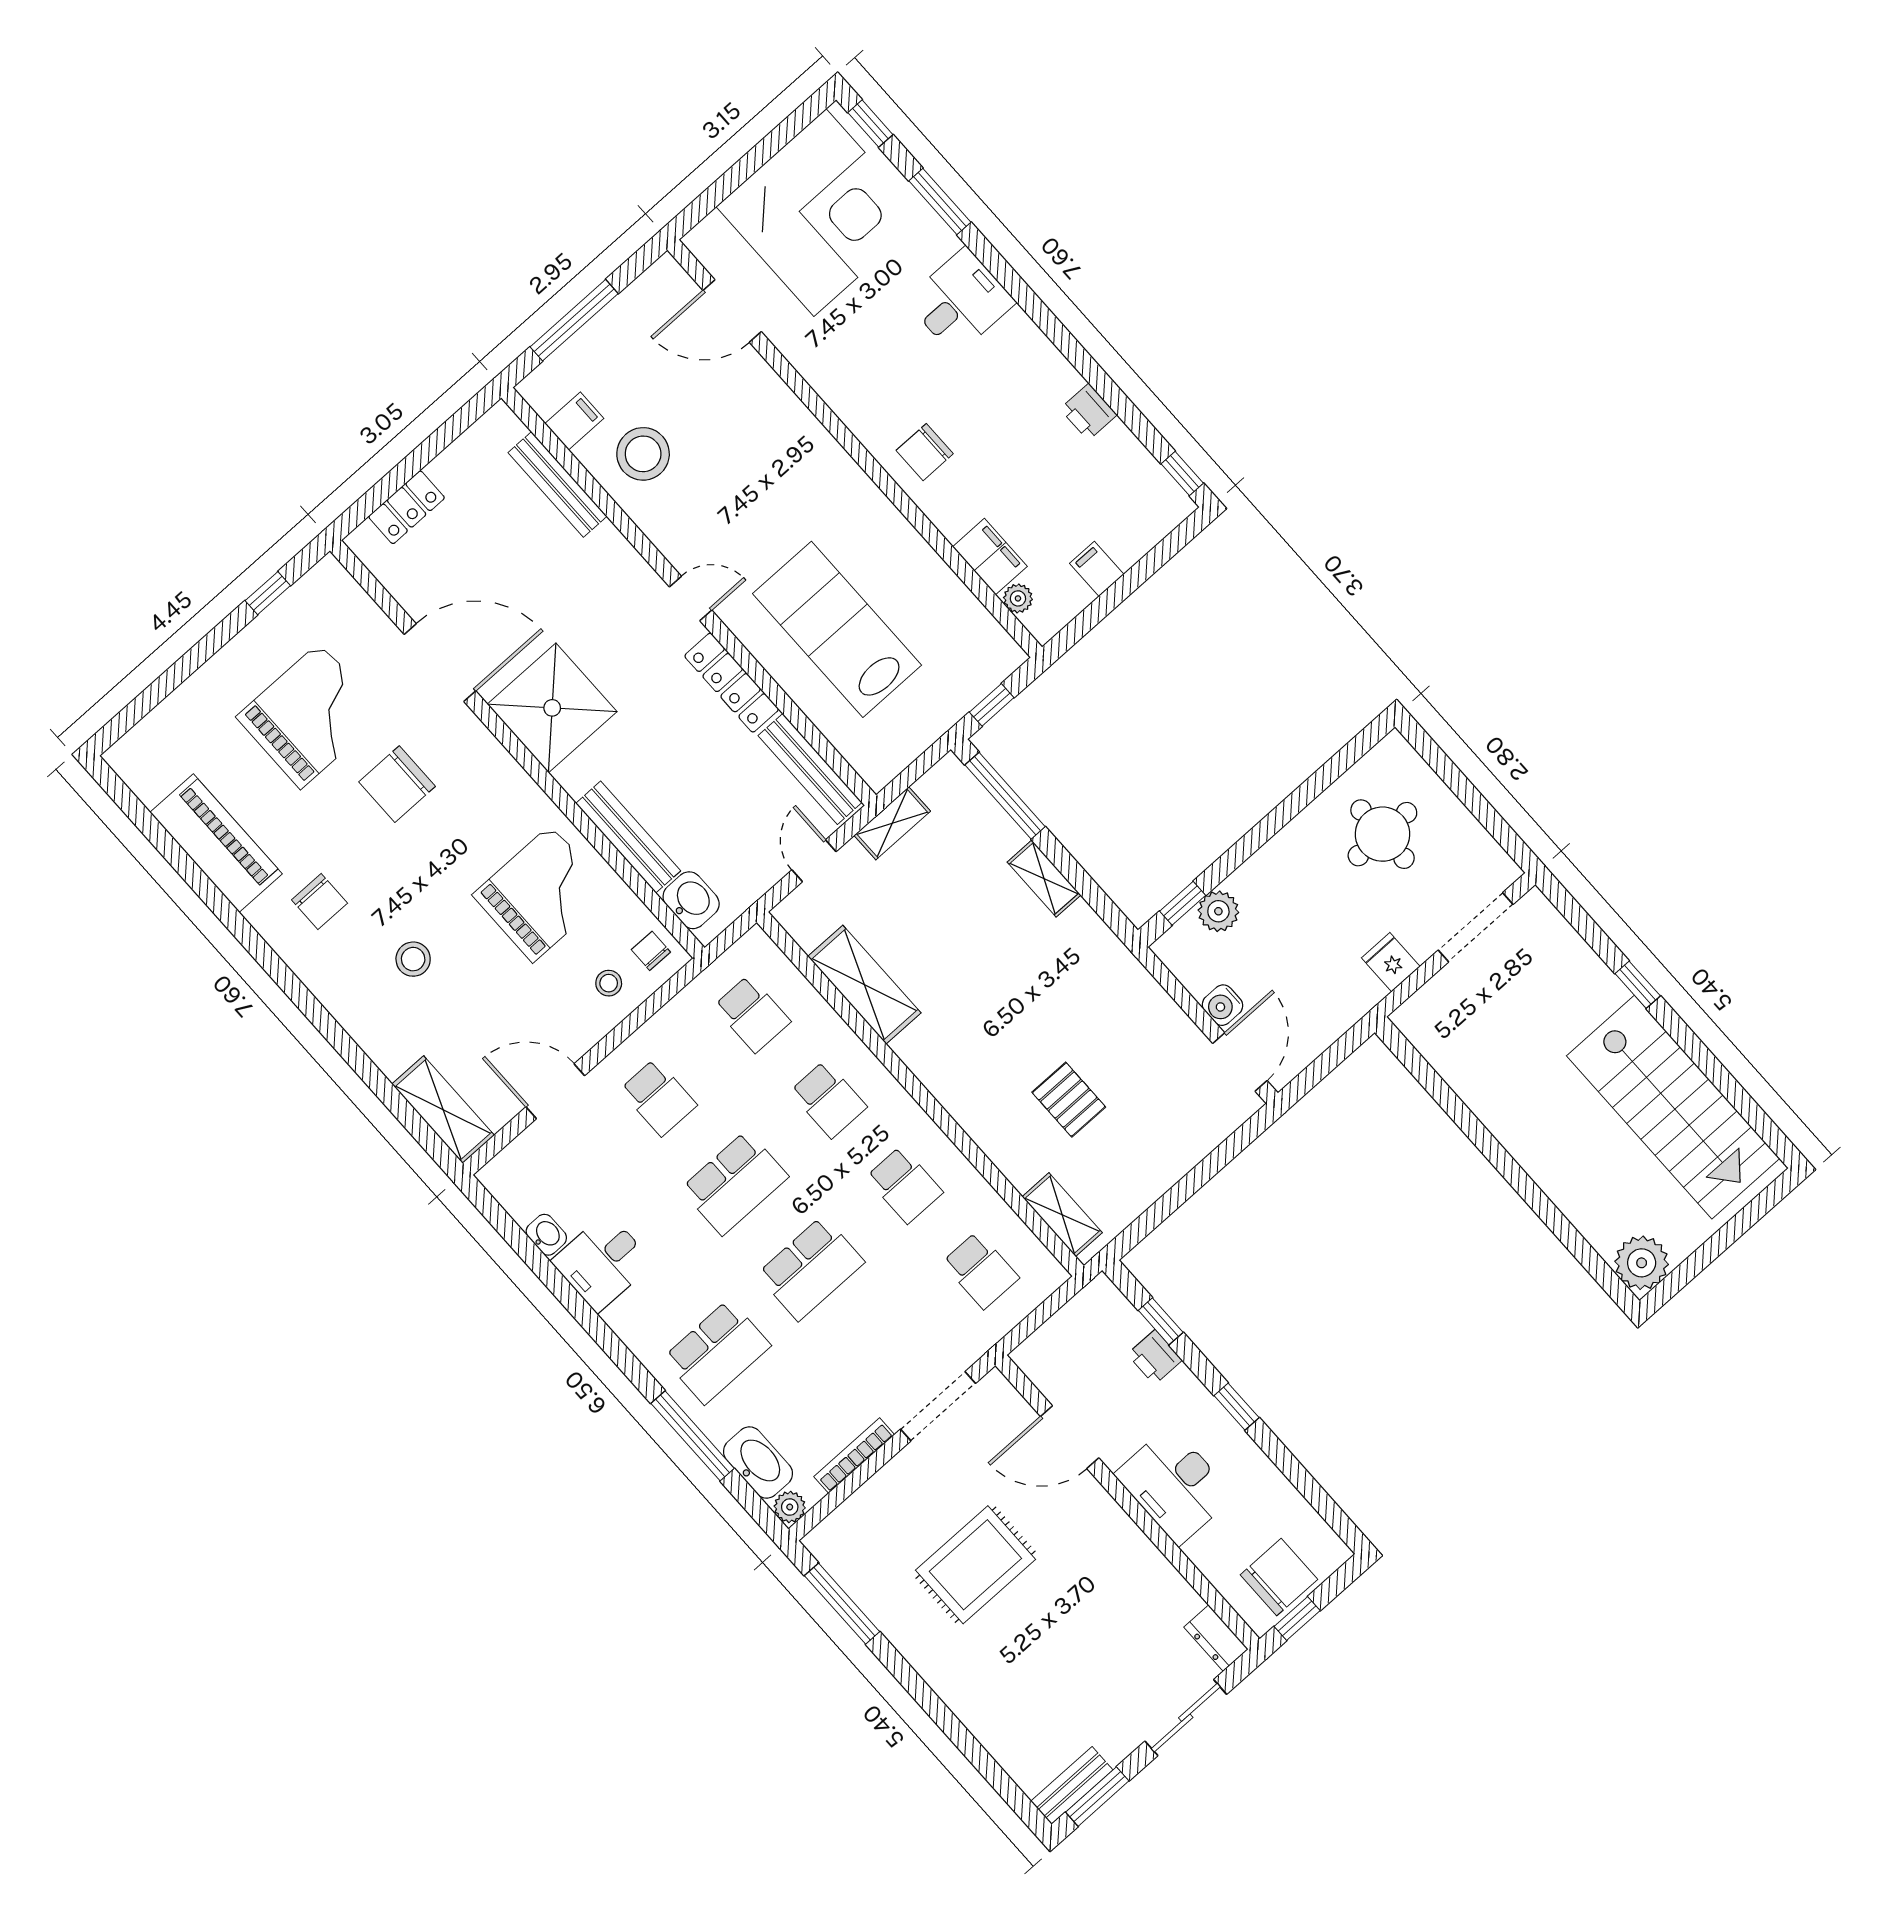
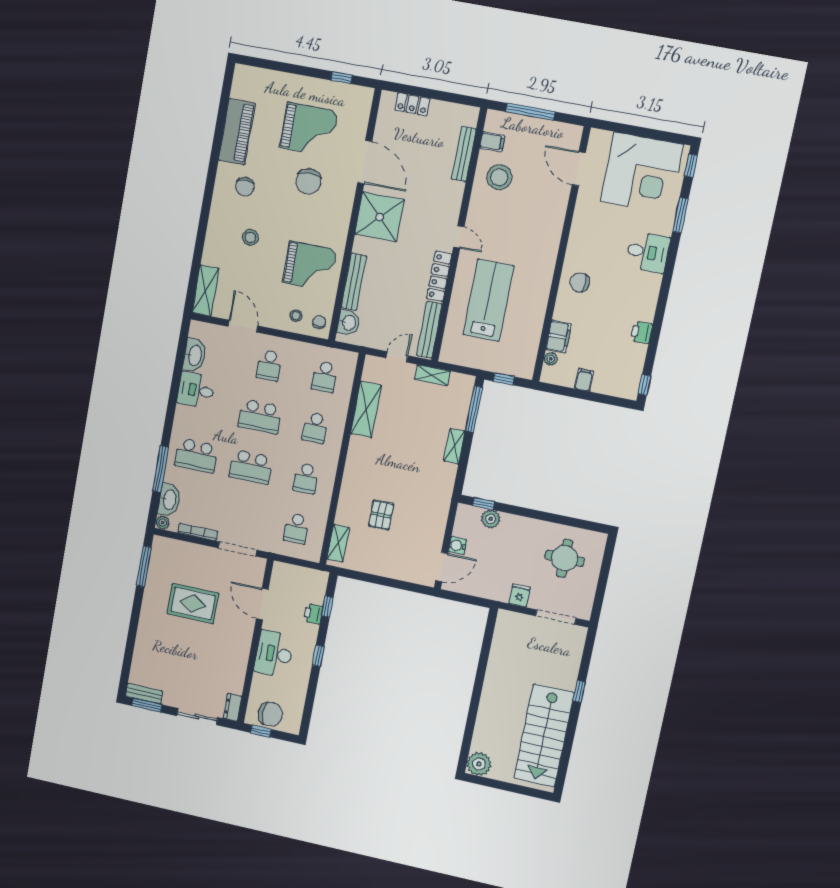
chair: (397, 784) -> (308, 181), turned -90
washbasin: (546, 1235) -> (195, 355), width x1.91, depth x1.45

